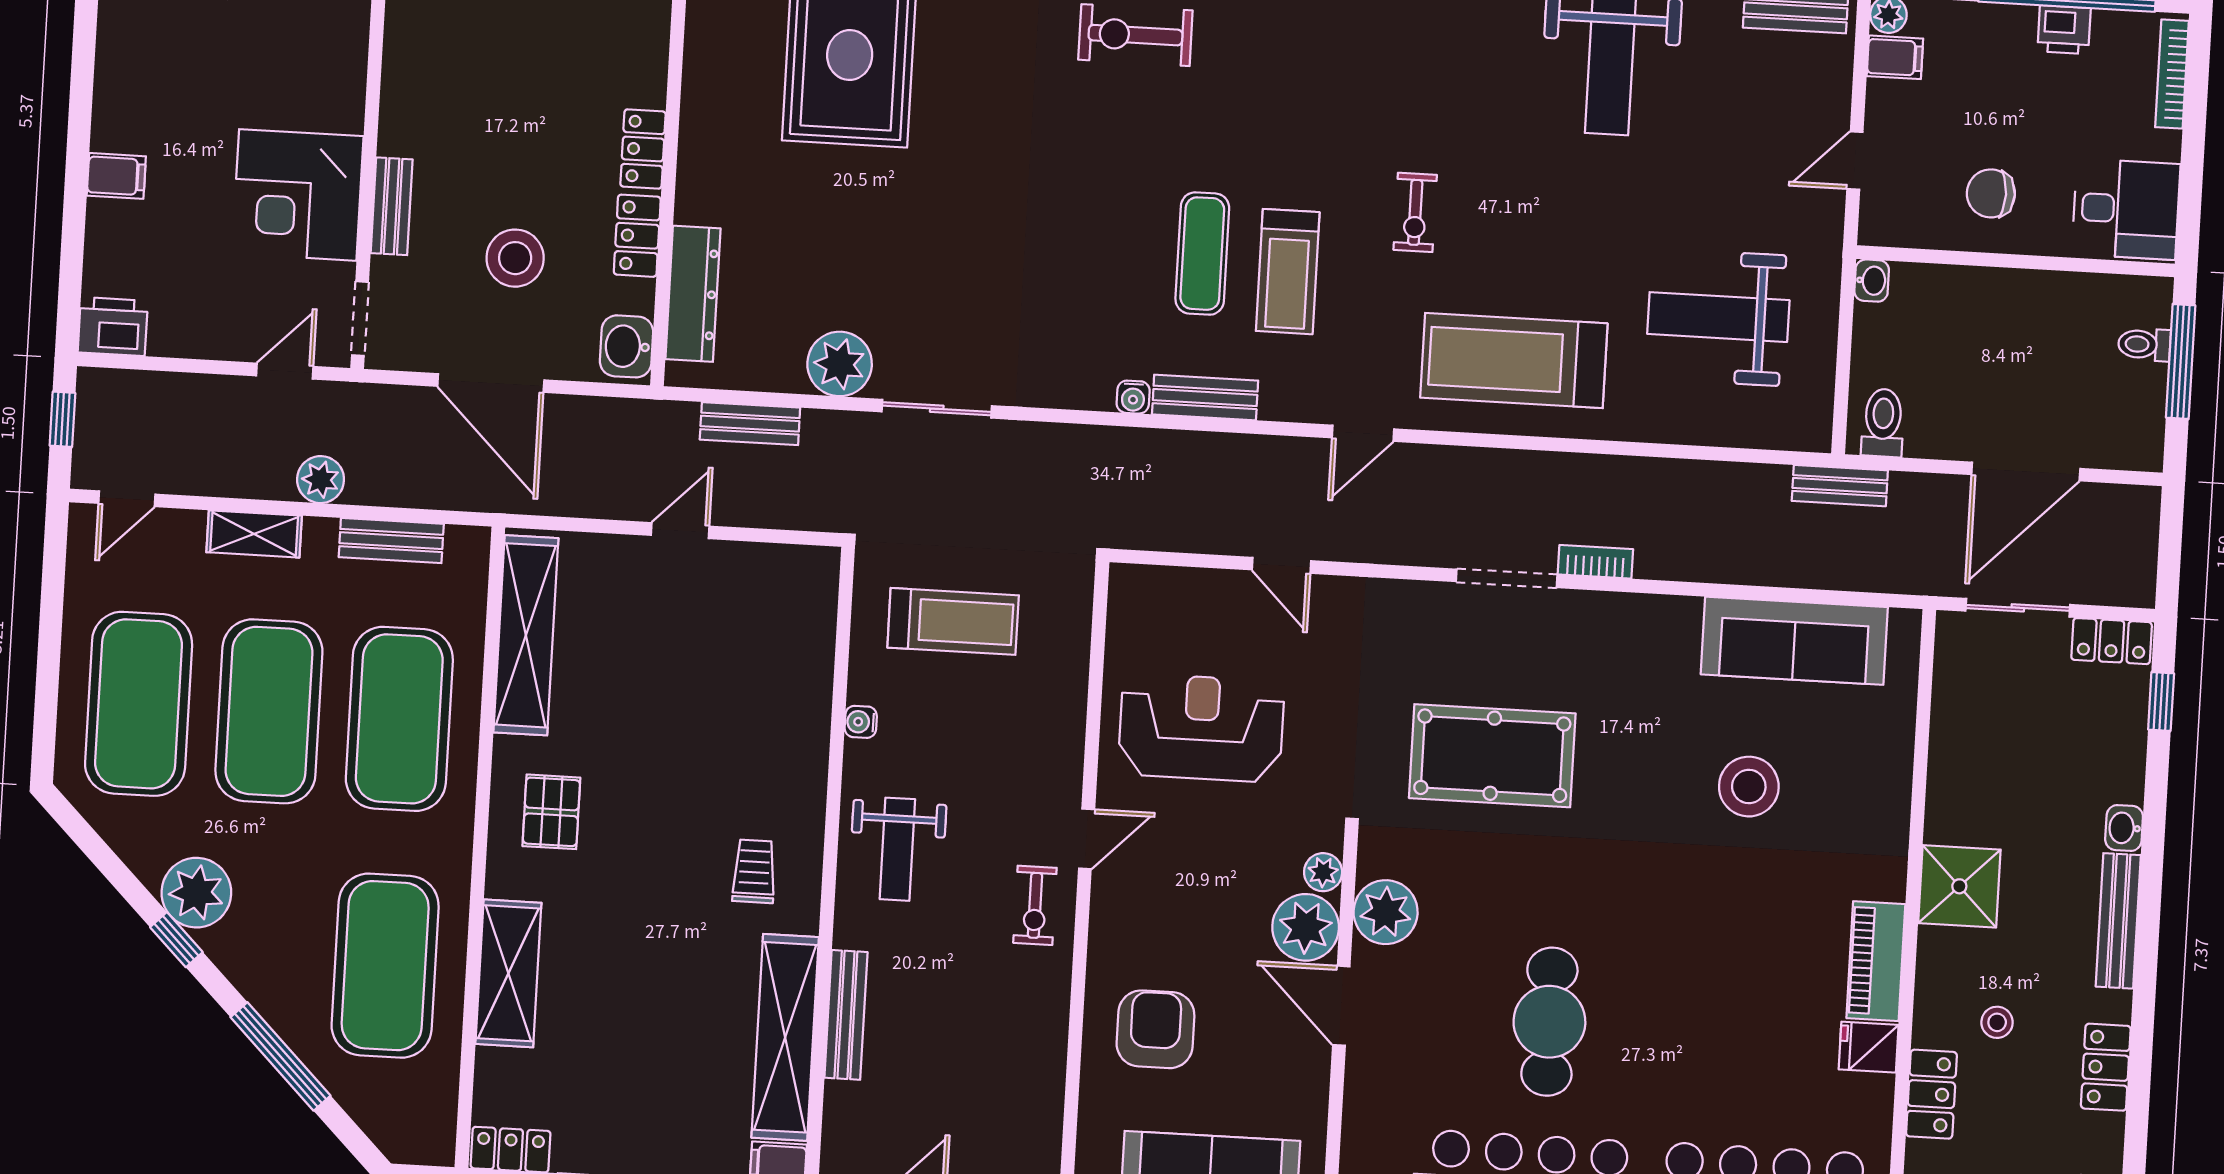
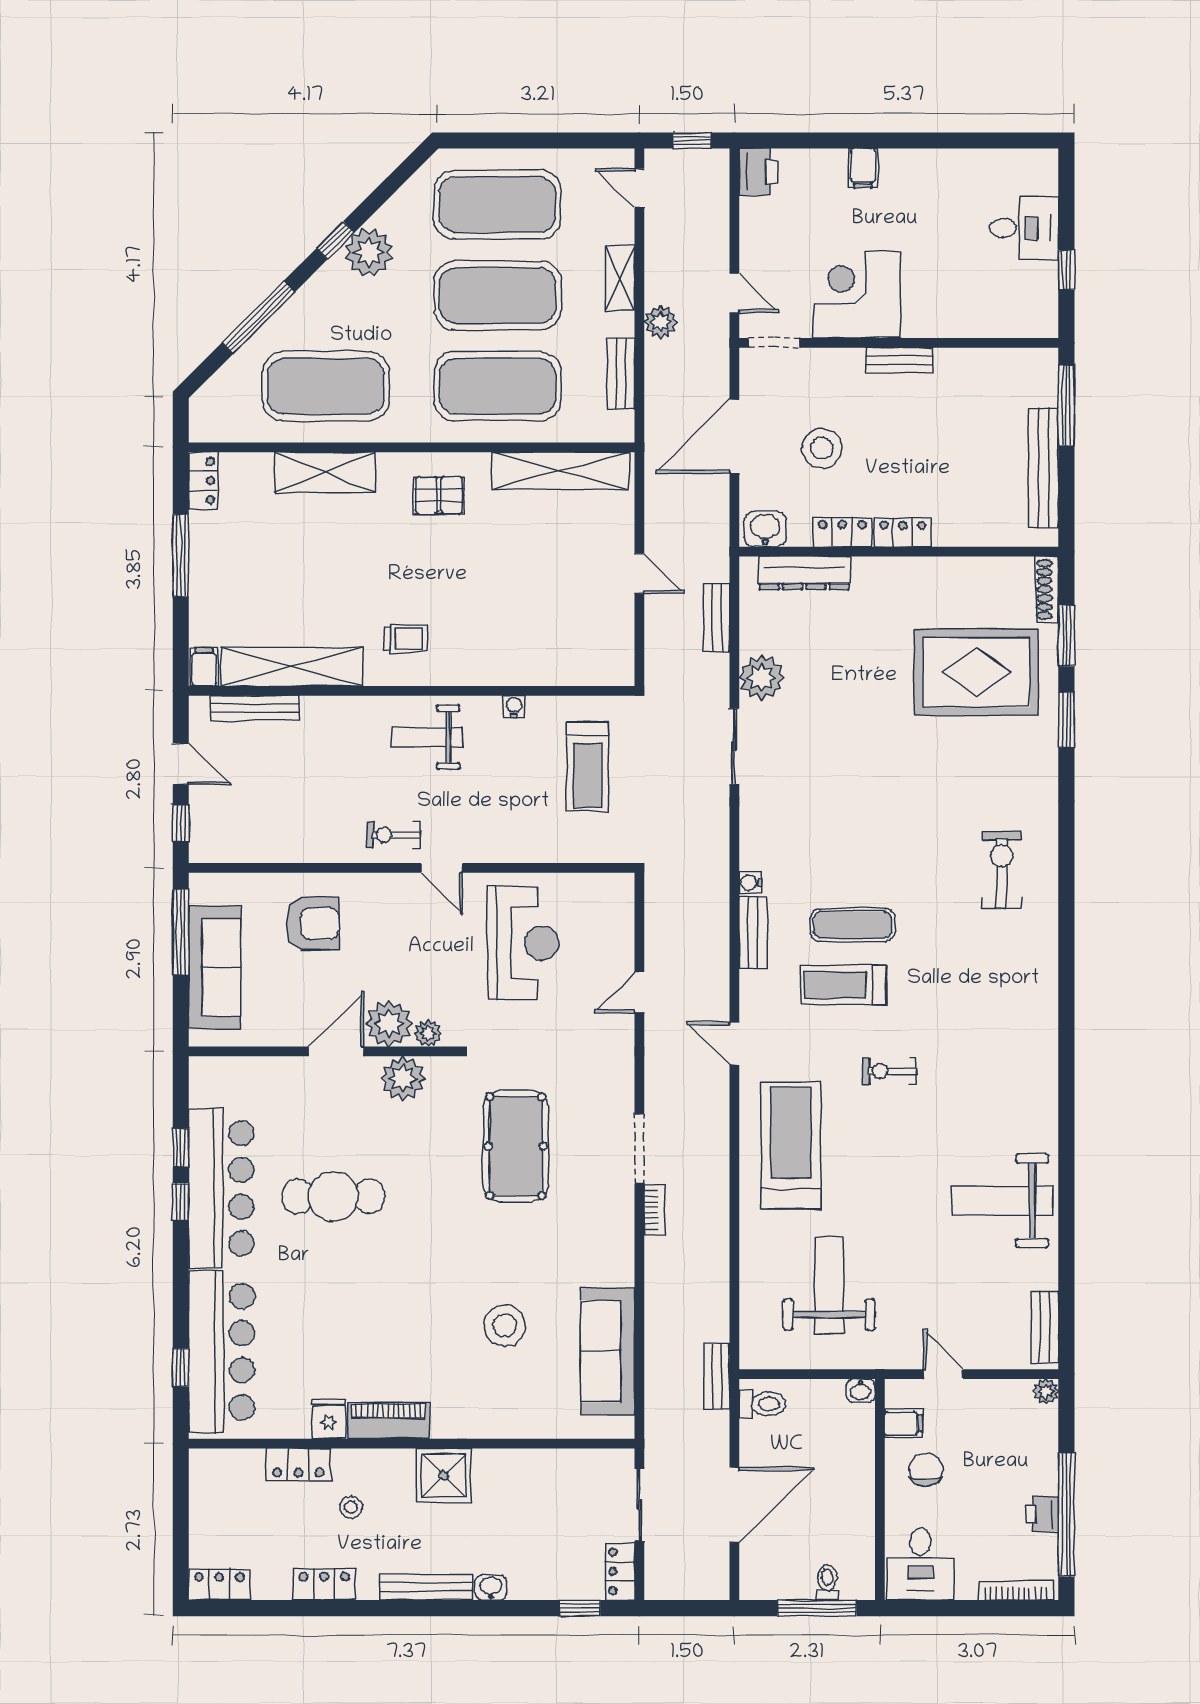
filing cabinet: (1895, 57) -> (903, 1423), moved, turned -90
bench: (392, 206) -> (899, 360), moved
door: (2026, 472) -> (734, 1505), swing flipped
bench: (846, 1015) -> (255, 708), moved

